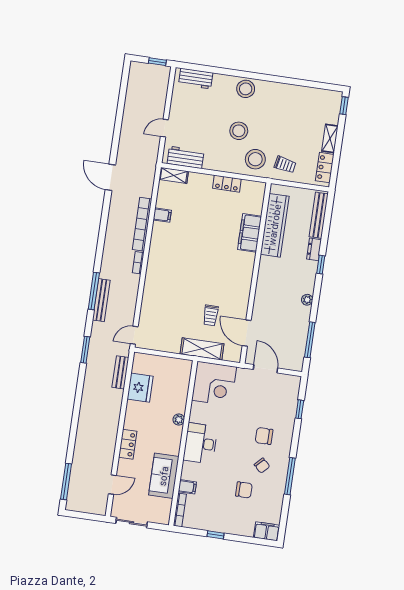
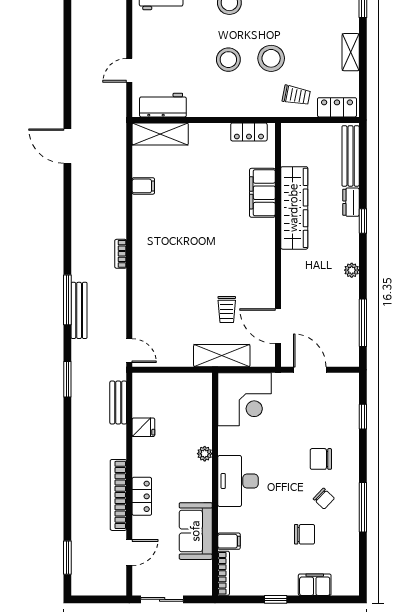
stool: (255, 159) -> (271, 58), moved
locker: (325, 168) -> (337, 107), moved, turned 90
shelving: (174, 175) -> (160, 134), width x1.50, depth x1.33
locker: (227, 184) -> (249, 132), moved
bookcase: (142, 224) -> (118, 495), moved
wardrobe: (275, 225) -> (294, 208), moved
door: (134, 335) -> (129, 351), swing flipped
fridge: (140, 388) -> (143, 427), width x0.53, depth x0.75
window: (66, 482) -> (67, 558), width x0.69
filing cabinet: (267, 531) -> (315, 585), moved

